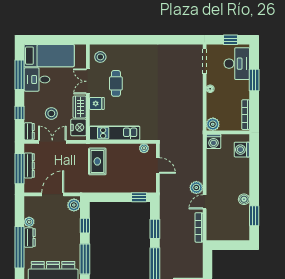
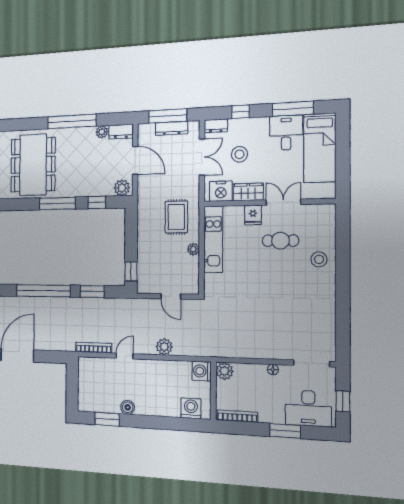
stool: (100, 57) -> (319, 259), moved
plant: (144, 148) -> (193, 249), moved
rug: (97, 161) -> (176, 217), turned 90
door: (158, 165) -> (171, 296), hinge flipped
plant: (196, 188) -> (164, 347), moved
door: (205, 202) -> (125, 356), hinge flipped
dresser: (30, 238) -> (121, 132), moved

